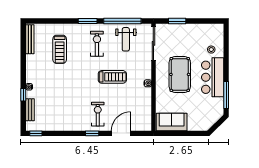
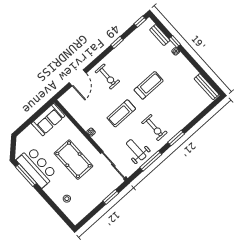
window: (122, 21) -> (151, 161), width x0.68
treadmill: (60, 49) -> (149, 85), moved, turned 90
bar counter: (213, 77) -> (37, 167), moved
window: (92, 133) -> (117, 42), moved

